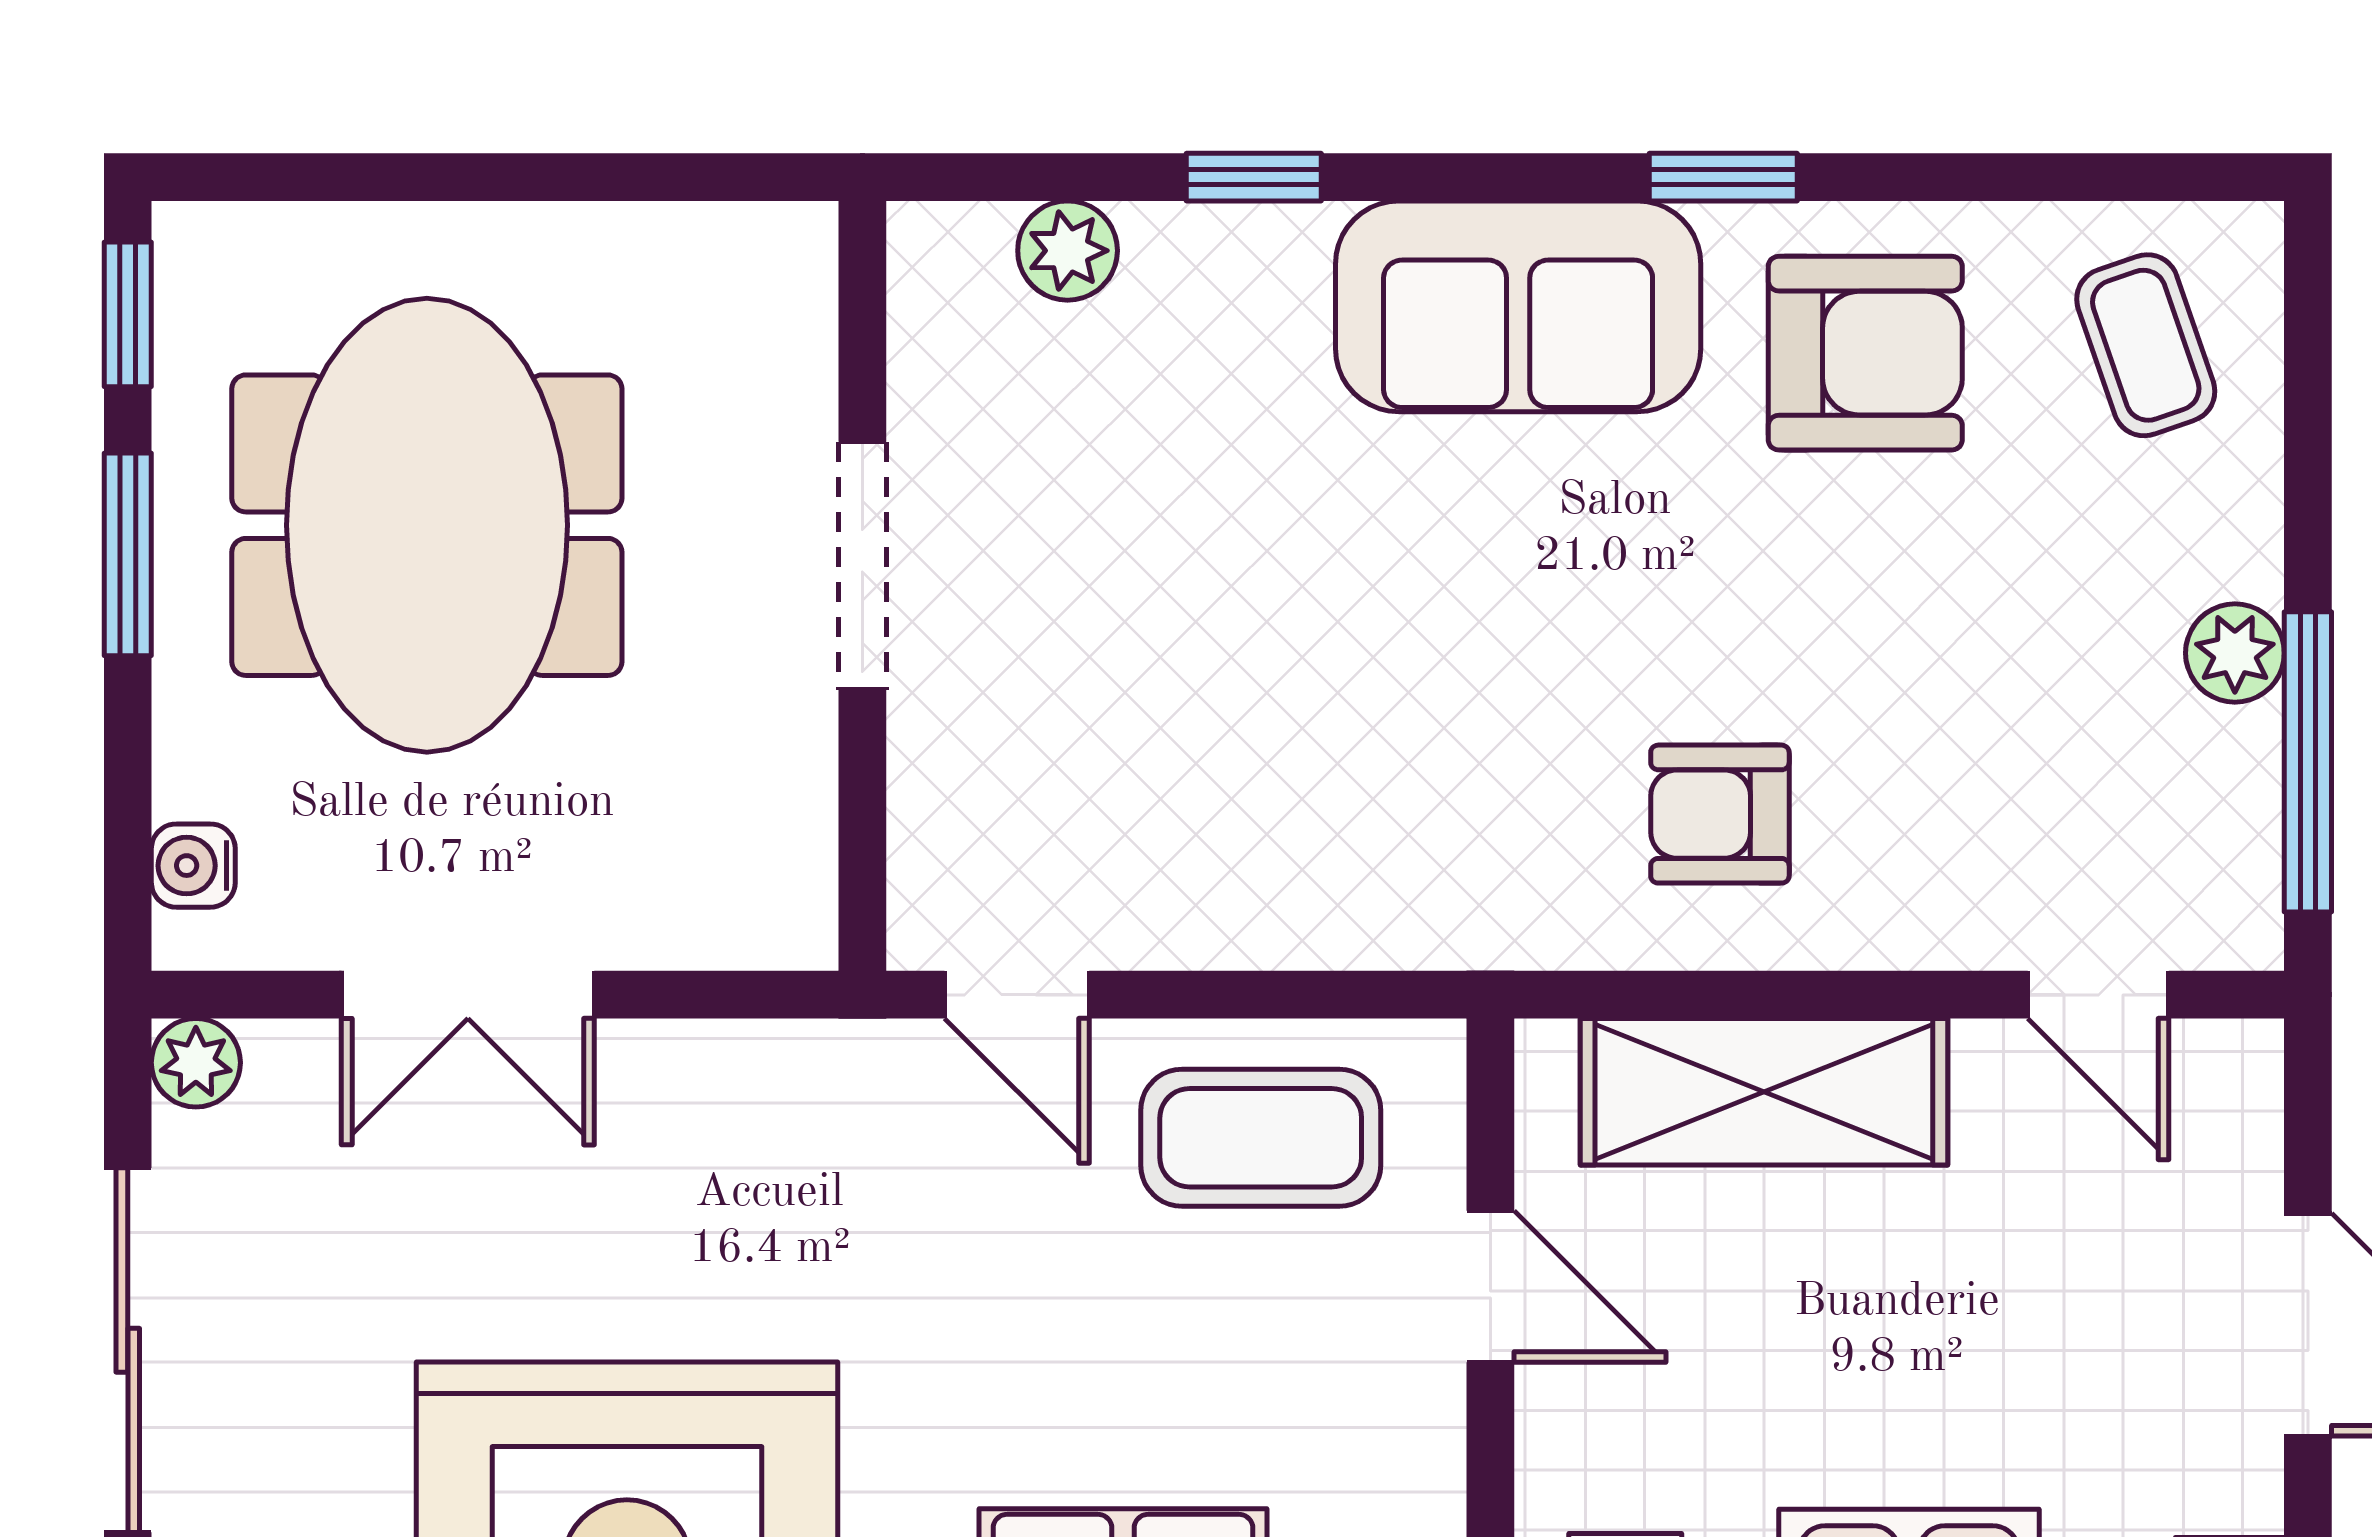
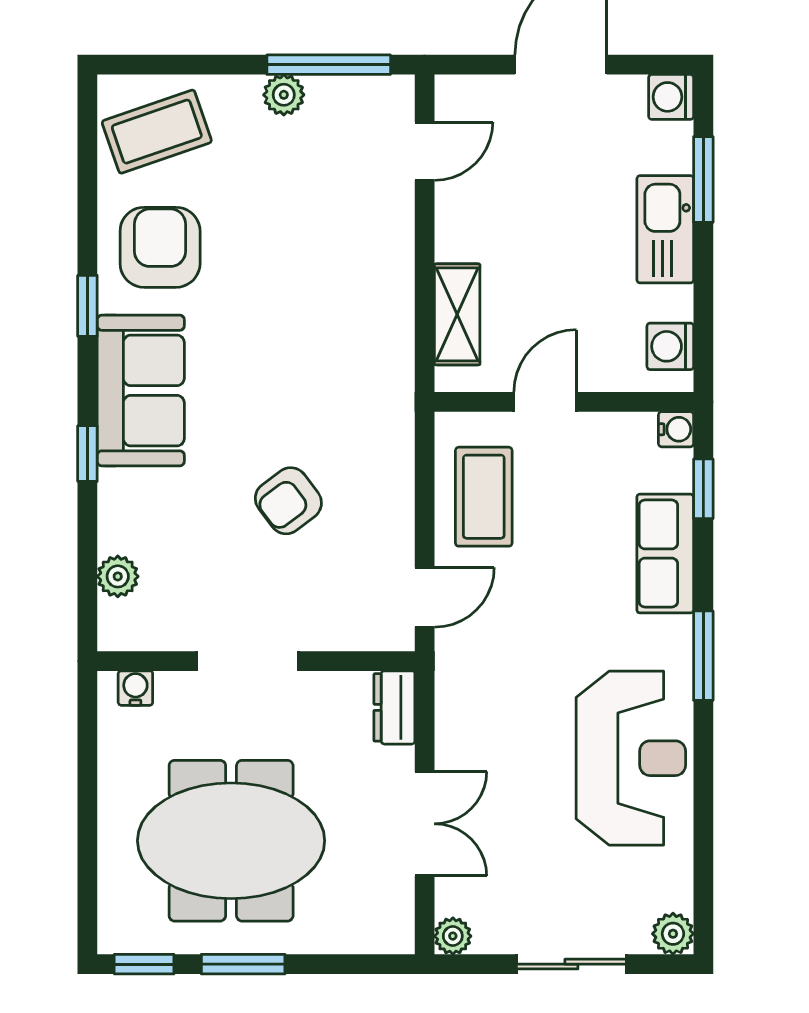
window: (1254, 177) -> (87, 454), moved
coffee table: (2146, 345) -> (157, 132), width x1.36, depth x1.30
armchair: (1720, 814) -> (288, 501), moved, turned 53
water cooler: (193, 866) -> (135, 688), moved, turned 180
dresser: (750, 921) -> (394, 707), added
shelving: (1764, 1092) -> (457, 314), width x0.67, depth x0.75
sliding door: (128, 1350) -> (571, 964), width x0.73

